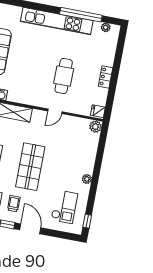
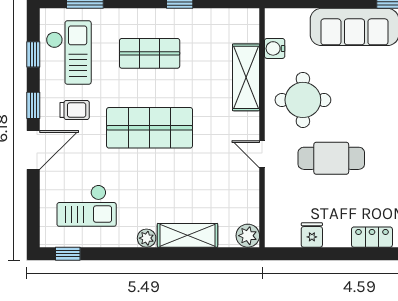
locker: (106, 77) -> (372, 237), moved
round table: (31, 85) -> (303, 100), added
fridge: (98, 111) -> (312, 235), moved
shelving: (89, 158) -> (187, 235), added

